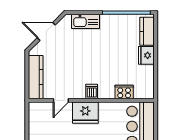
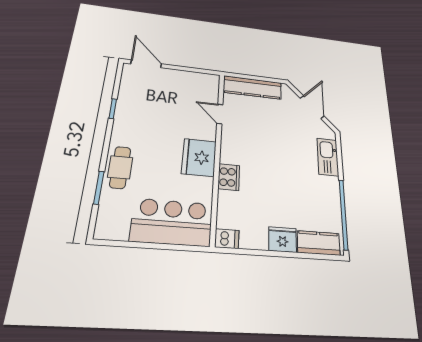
dishwasher: (92, 91) -> (227, 239), moved
cooker: (124, 92) -> (229, 177), moved
fridge: (85, 113) -> (199, 157), moved

